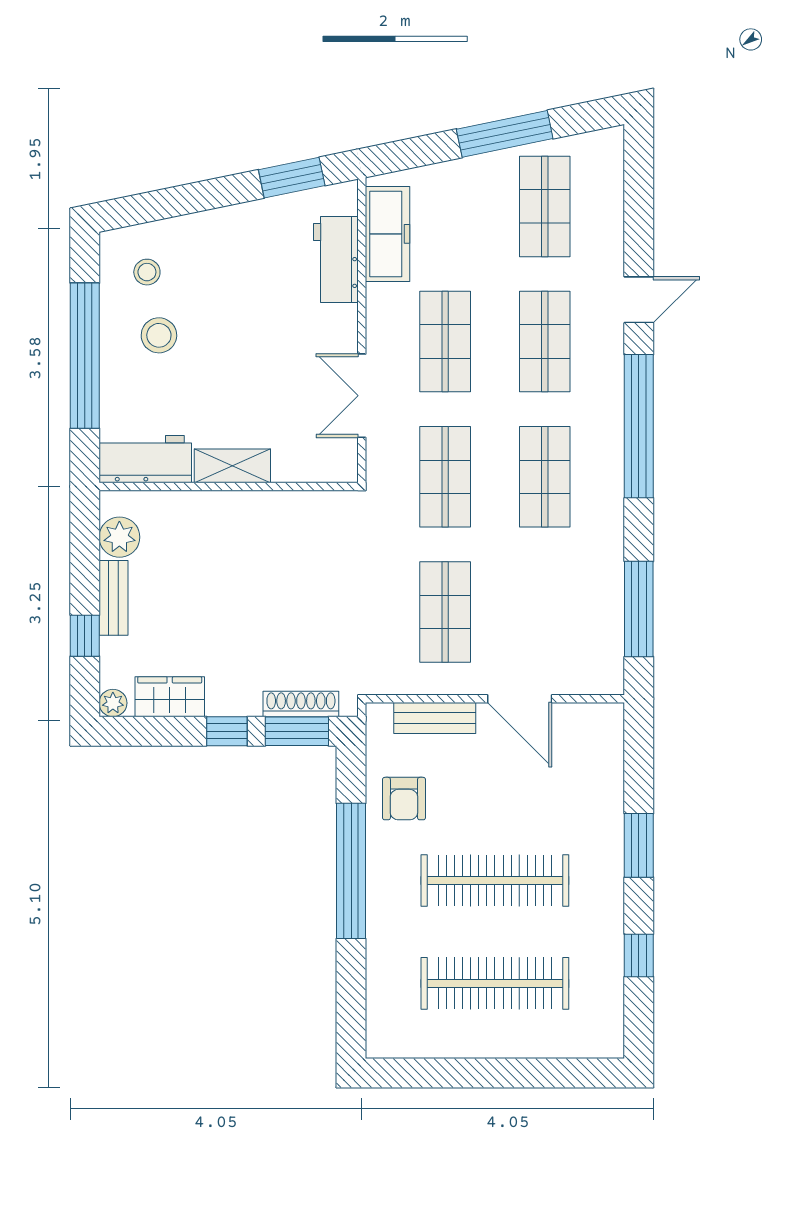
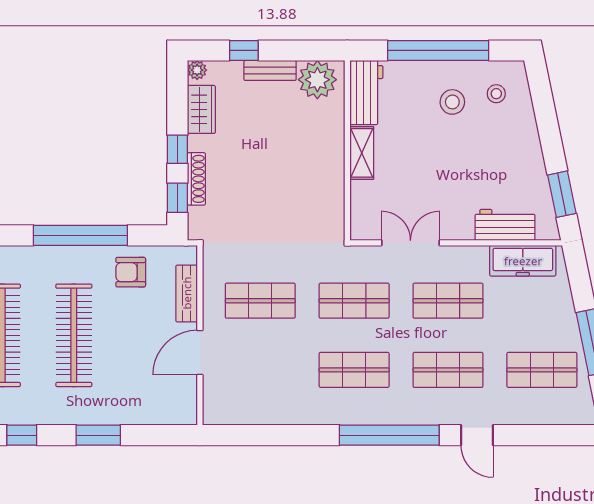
plant: (119, 537) -> (317, 80), width x1.36, depth x1.36
window: (639, 609) -> (262, 435), removed
shoe rack: (301, 704) -> (196, 179), moved
window: (297, 731) -> (177, 198), width x0.67

